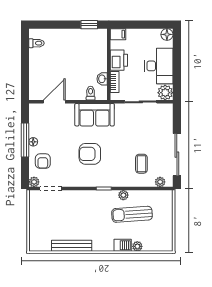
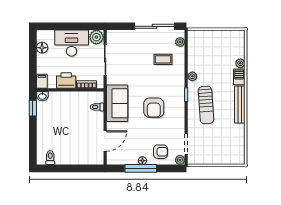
floor lamp: (167, 34) -> (42, 48), moved
washbasin: (102, 79) -> (42, 96), moved
door: (54, 102) -> (105, 141), swing flipped
sun lounger: (132, 214) -> (206, 105), moved
bench: (72, 246) -> (240, 105), moved

